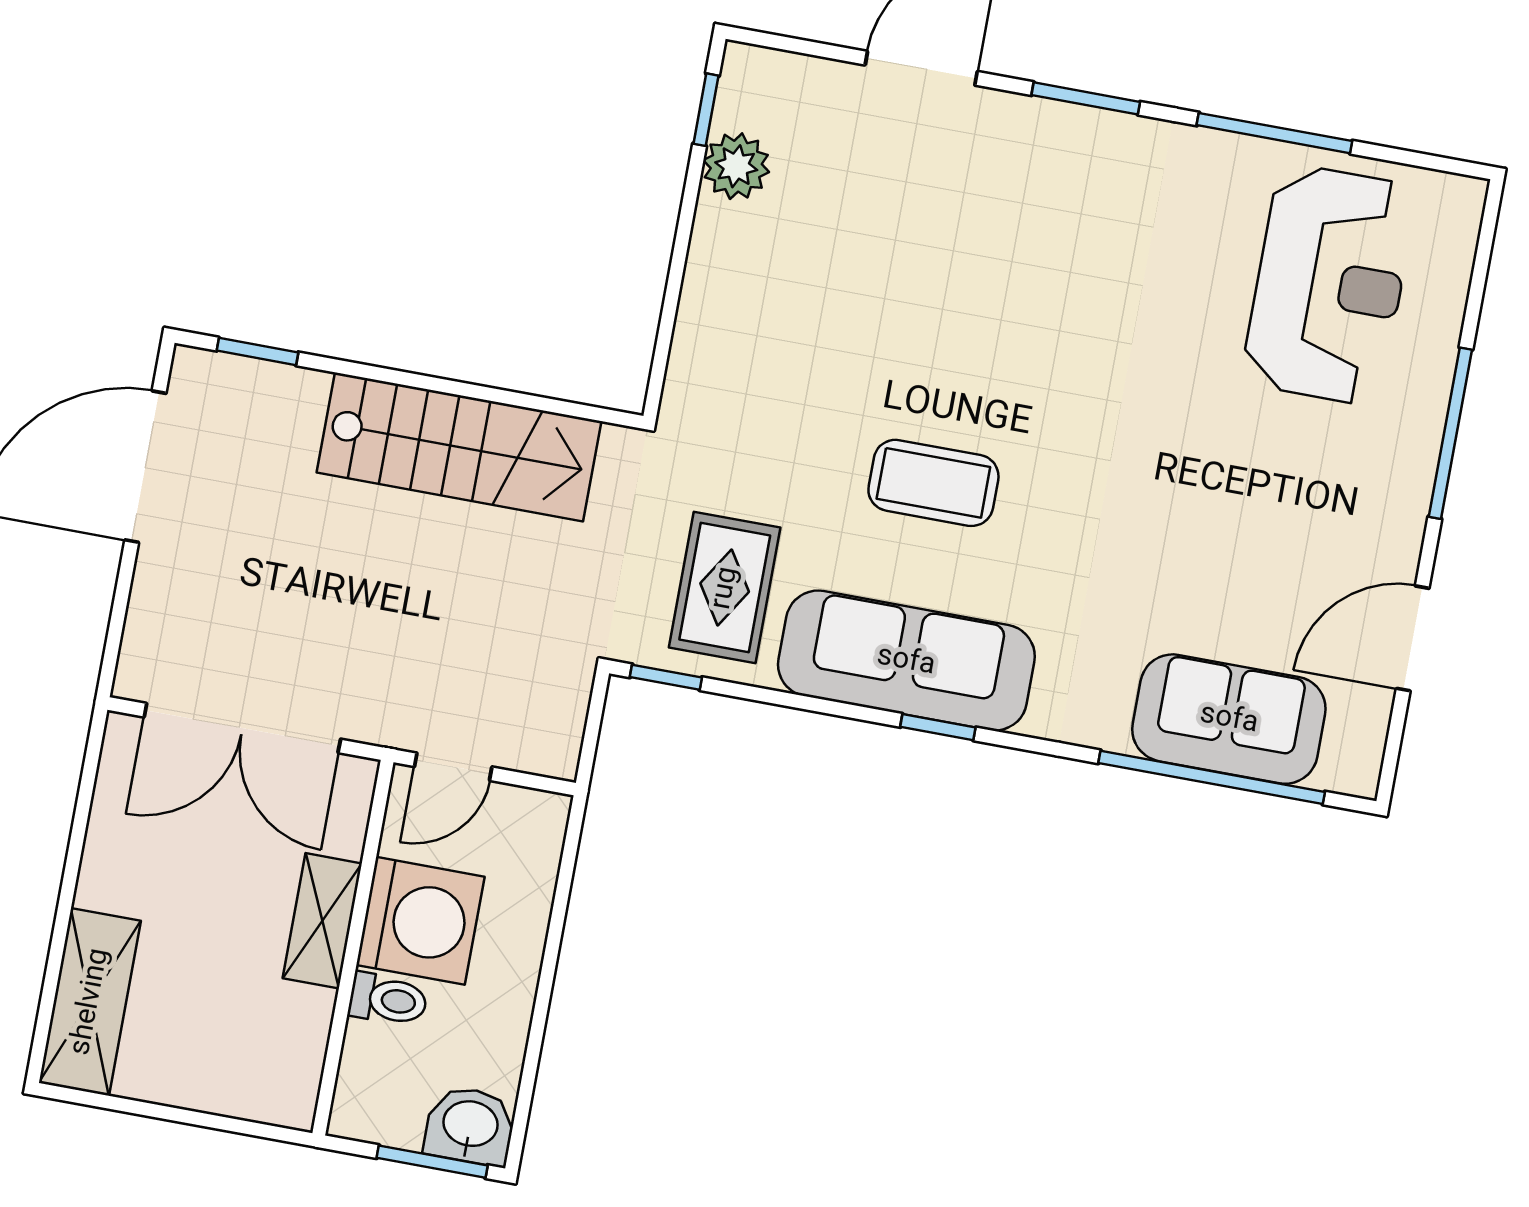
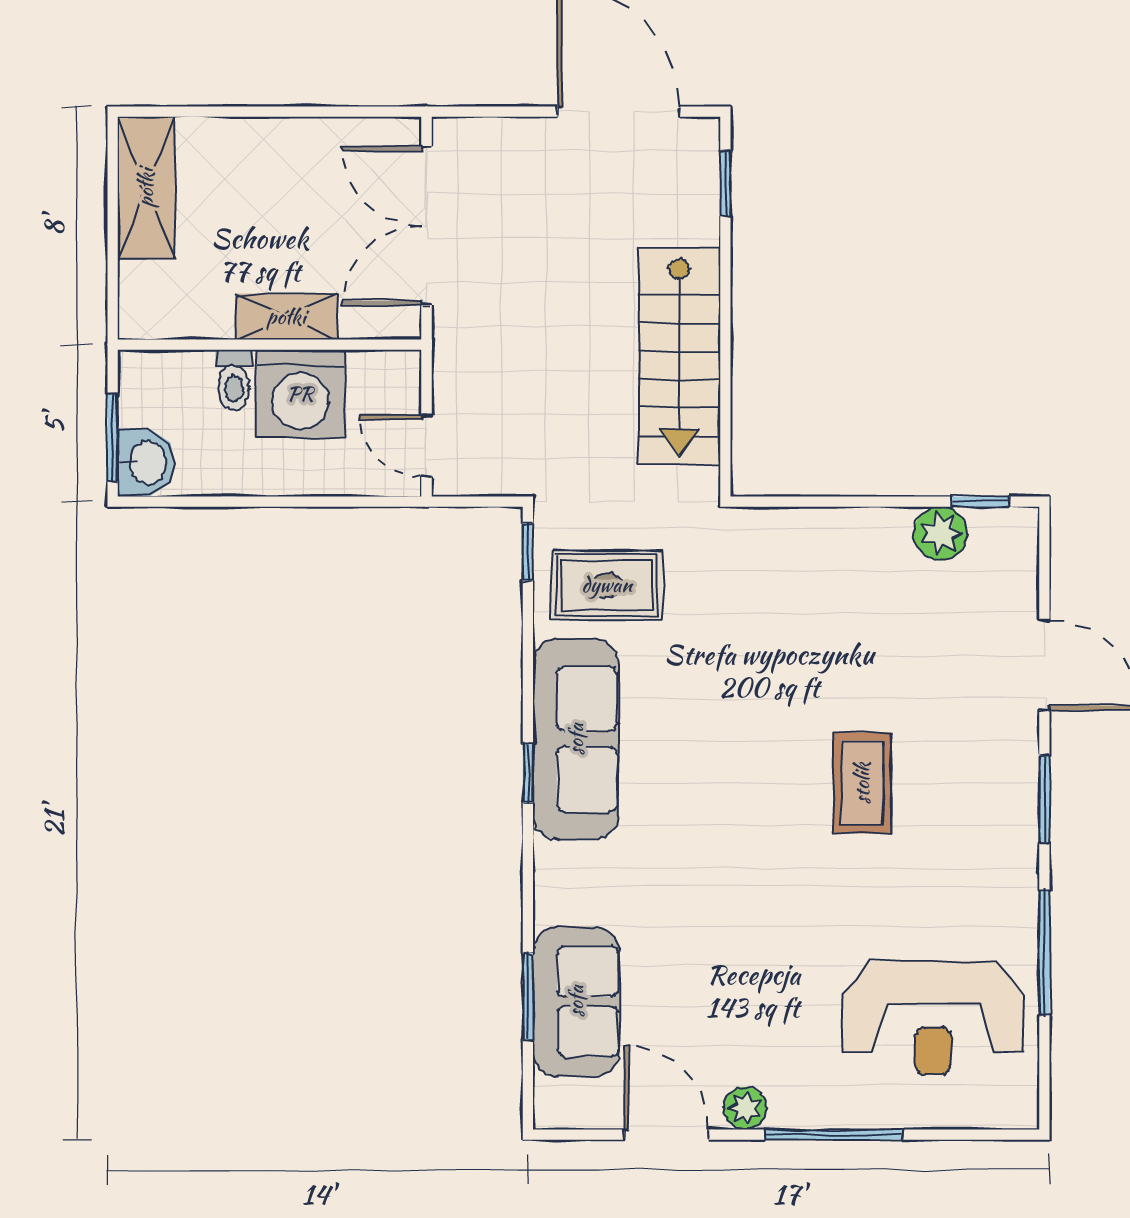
coffee table: (933, 483) -> (862, 783), moved
plant: (1398, 536) -> (745, 1108), added
door: (453, 767) -> (427, 446), moved
window: (1212, 777) -> (528, 996), width x0.47
shelving: (90, 1002) -> (146, 188), moved, turned 90

